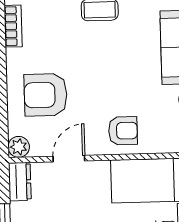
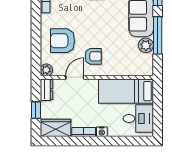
armchair: (123, 131) -> (93, 56), moved

